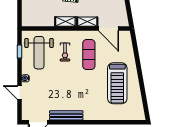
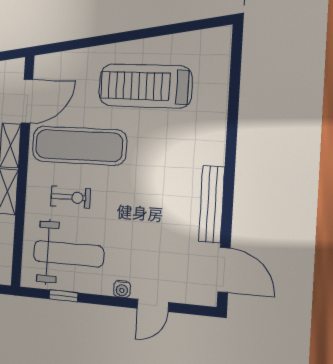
exercise mat: (89, 55) -> (79, 146), width x1.36, depth x1.45
treadmill: (117, 83) -> (145, 86), turned 180

